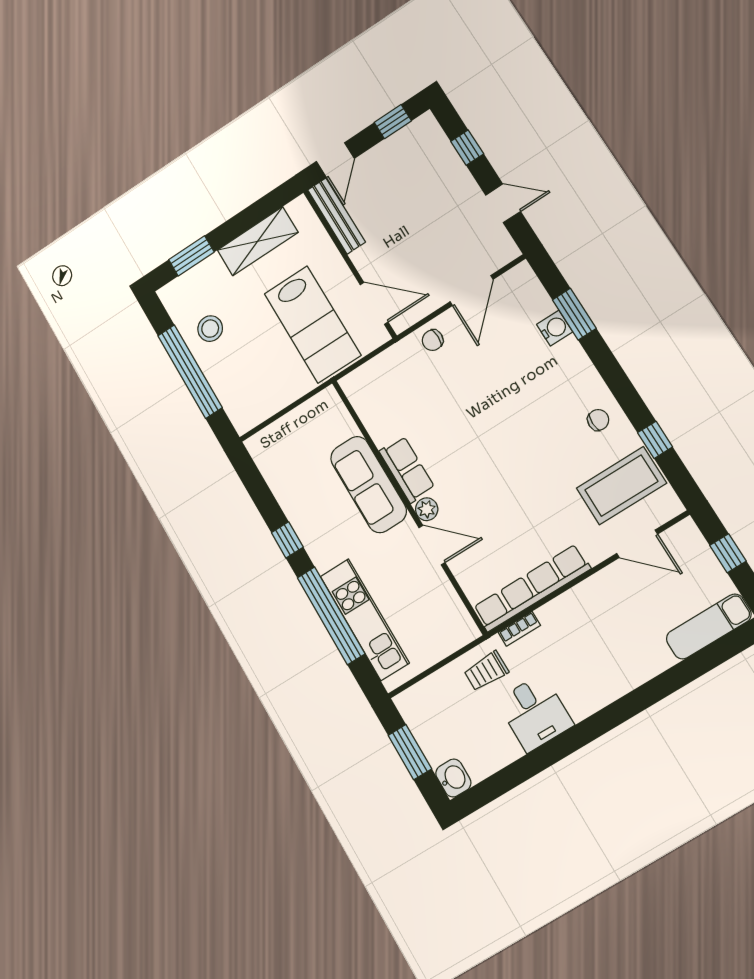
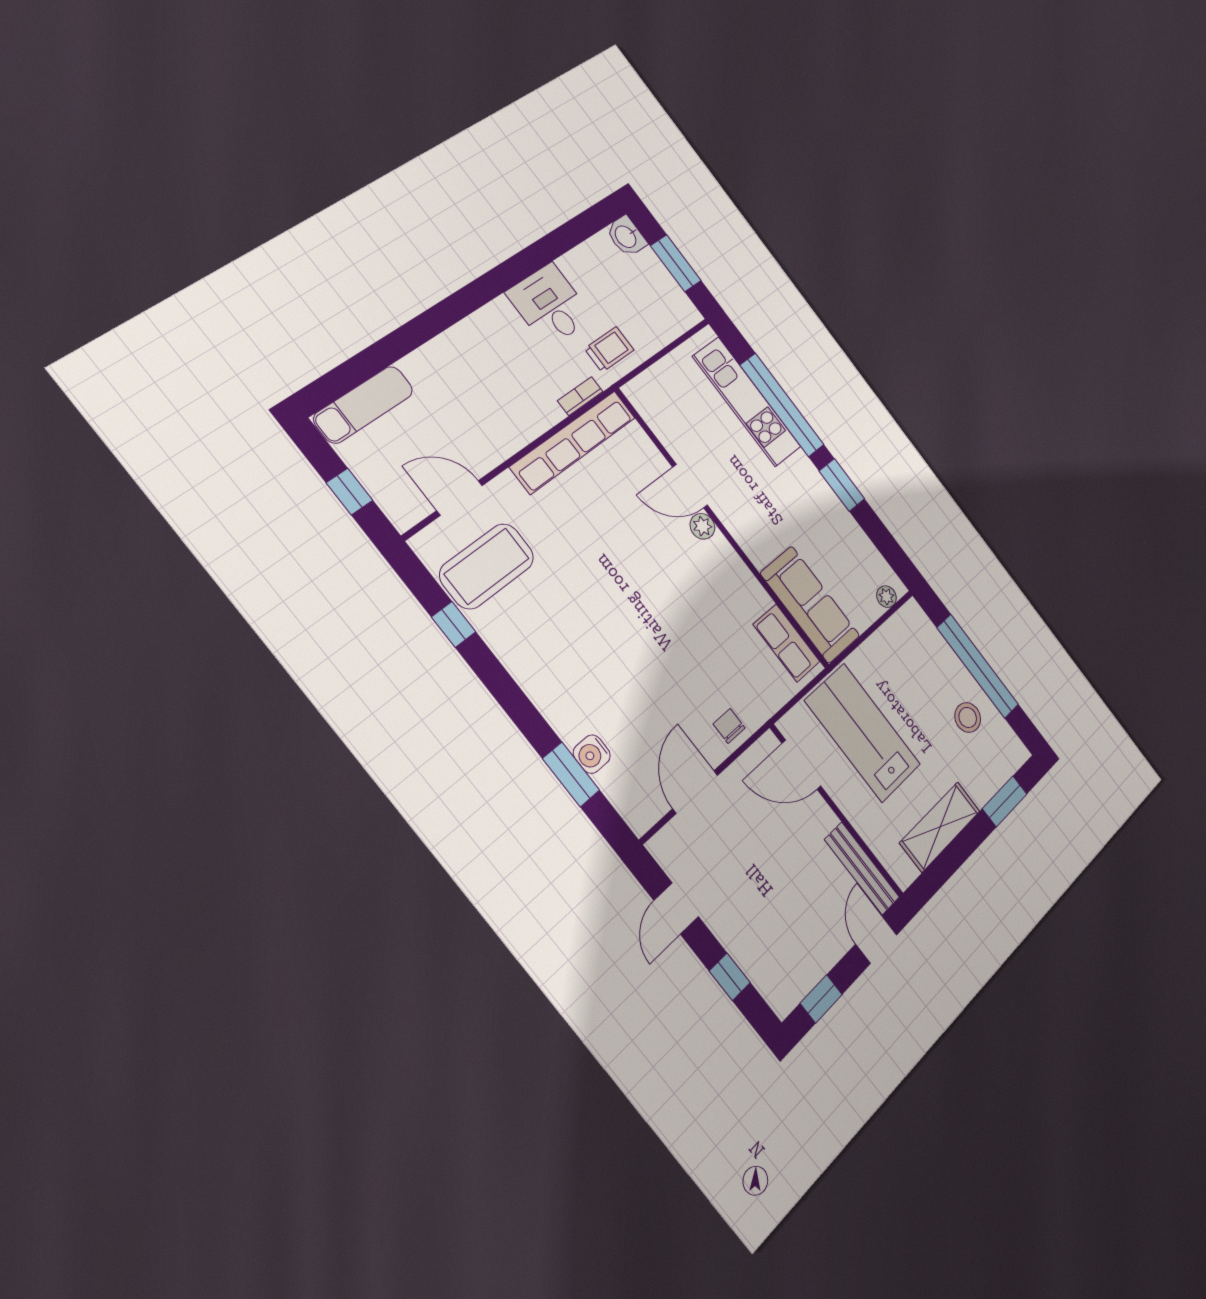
door: (503, 203) -> (676, 909), hinge flipped
chair: (433, 340) -> (729, 726), turned -90
chair: (598, 420) -> (525, 644), removed
plant: (265, 438) -> (886, 597), added
row of seats: (407, 469) -> (786, 643), moved
sofa: (368, 484) -> (810, 605), moved
window: (287, 540) -> (842, 485), width x1.50

